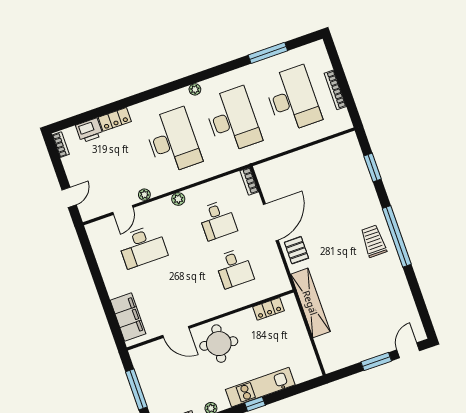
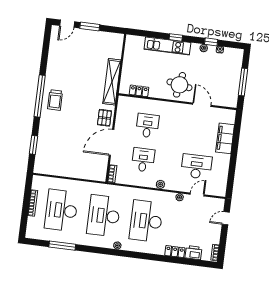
filing cabinet: (128, 317) -> (225, 138), moved

